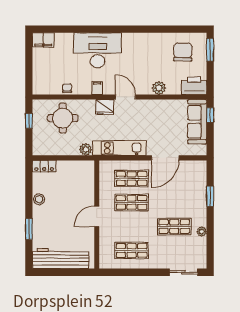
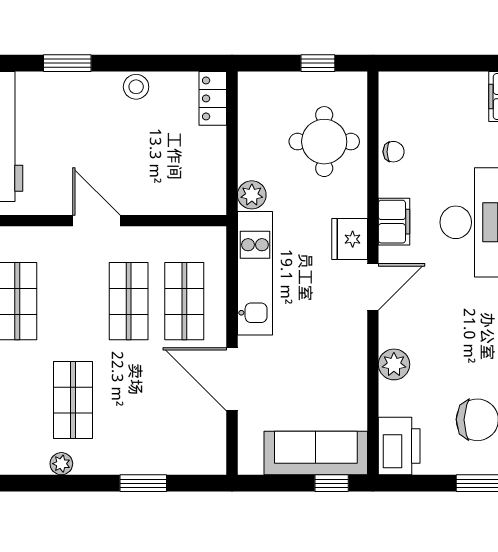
filing cabinet: (97, 88) -> (394, 222), width x2.00

